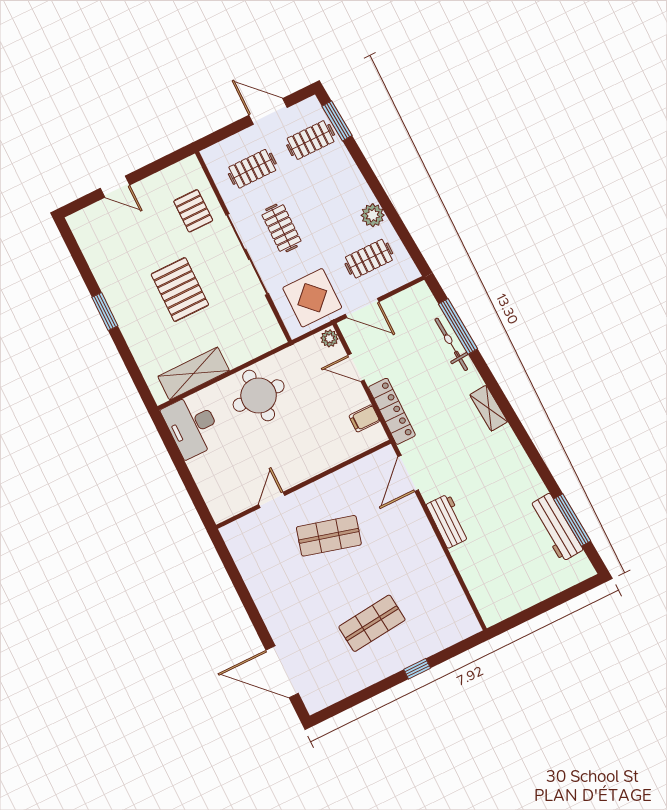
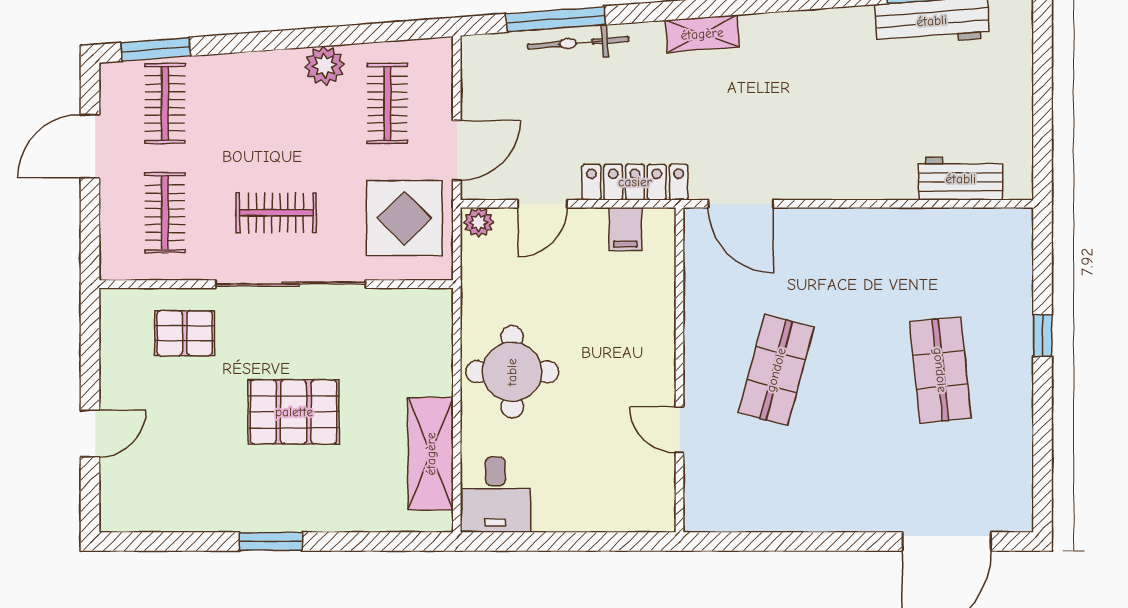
desk: (192, 426) -> (495, 495), width x0.73
workbench: (448, 521) -> (961, 179), moved

